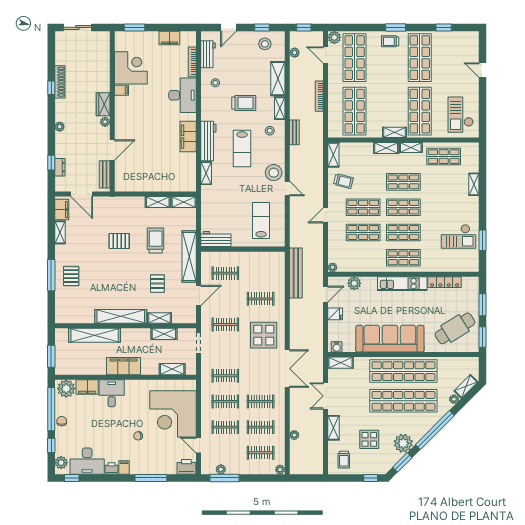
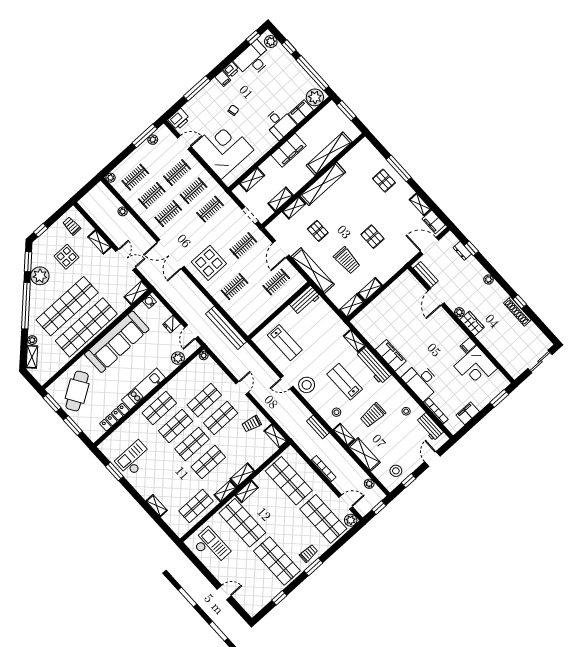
pallet: (119, 241) -> (372, 237), turned 90
chair: (62, 421) -> (297, 71), removed

